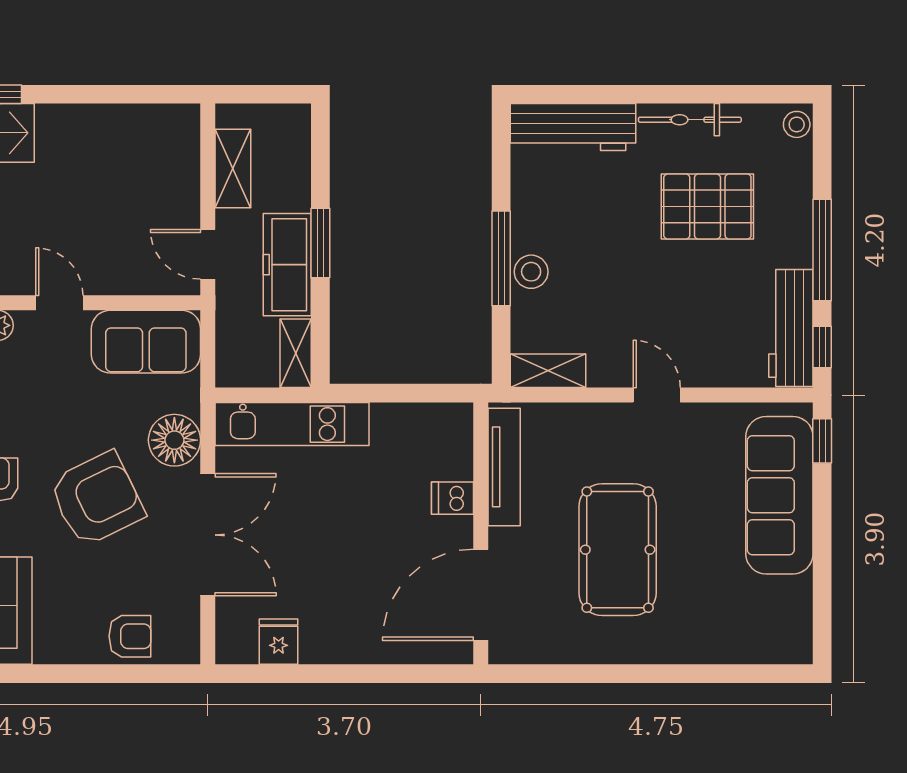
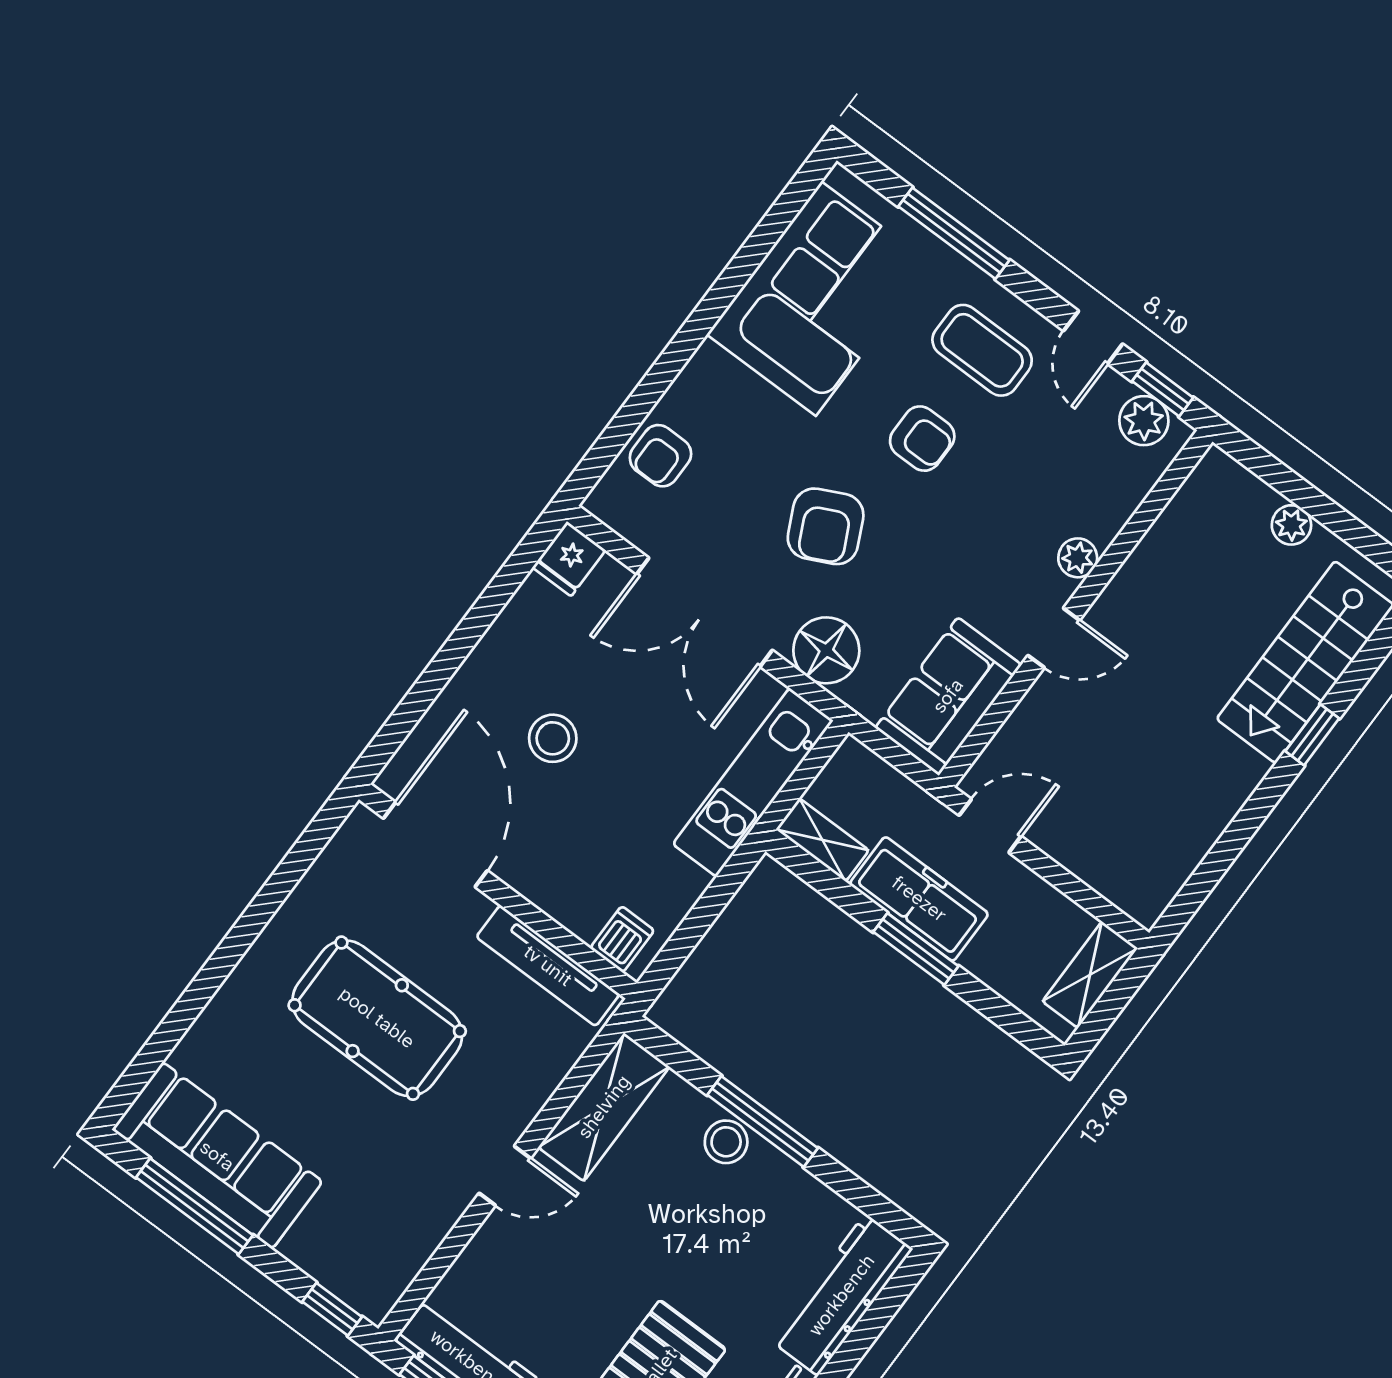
shelving: (233, 168) -> (1090, 975), moved, turned 90
shelving: (548, 371) -> (604, 1107), width x1.50, depth x1.33
sofa: (779, 495) -> (217, 1156), moved
dishwasher: (452, 498) -> (622, 939), moved
armchair: (97, 499) -> (826, 526), width x0.73, depth x0.73
stool: (359, 571) -> (553, 738), added
window: (822, 576) -> (194, 1206), added
fridge: (279, 642) -> (569, 559), moved, turned 90

